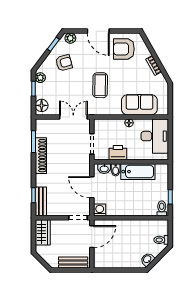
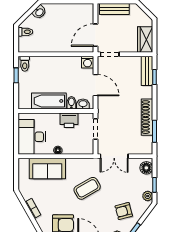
coffee table: (100, 85) -> (87, 188), turned 59

